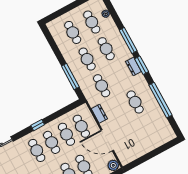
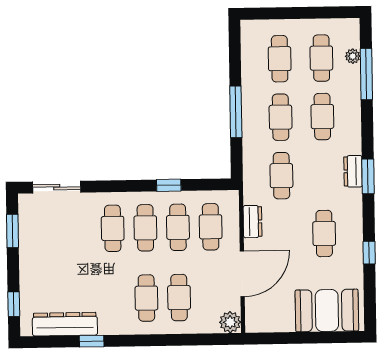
window: (128, 41) -> (366, 74), moved
window: (70, 76) -> (236, 112), moved
window: (160, 100) -> (369, 253), width x0.32
window: (38, 125) -> (169, 185), moved
booth: (155, 137) -> (327, 310), added
door: (107, 140) -> (242, 274), swing flipped

